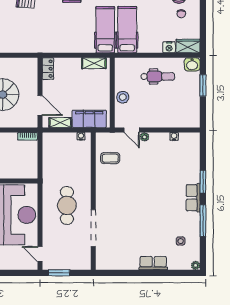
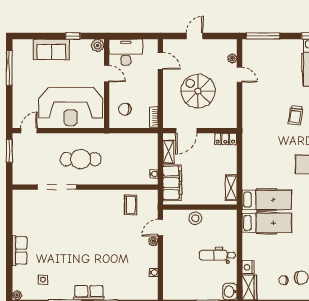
dental chair: (158, 76) -> (217, 255), turned 90
chair: (20, 164) -> (125, 109), added

